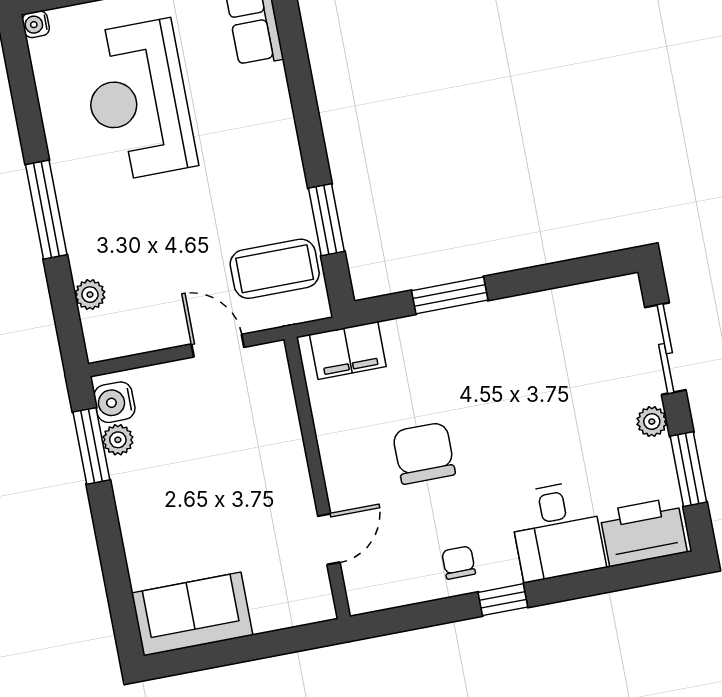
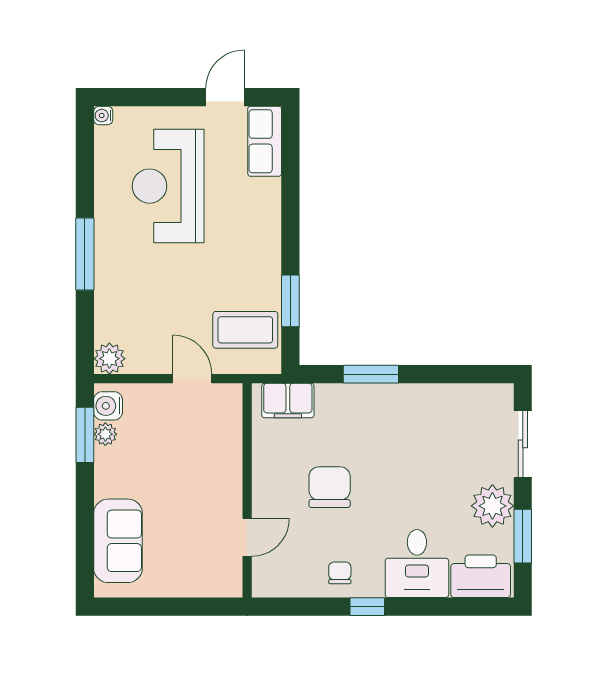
plant: (90, 295) -> (109, 359), moved, width x1.38, depth x1.38
plant: (652, 422) -> (492, 506), width x1.88, depth x1.88
sofa: (192, 614) -> (118, 541), moved, turned 90

